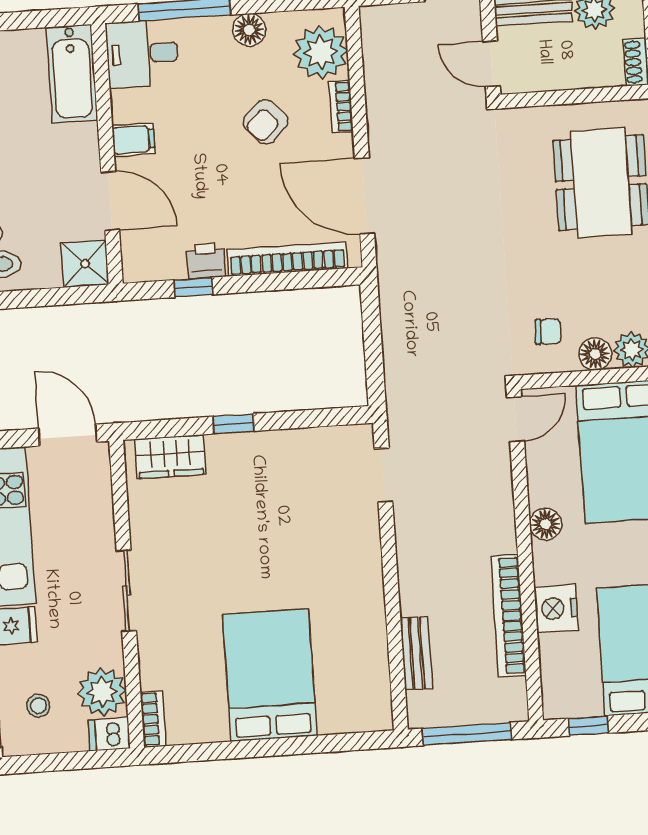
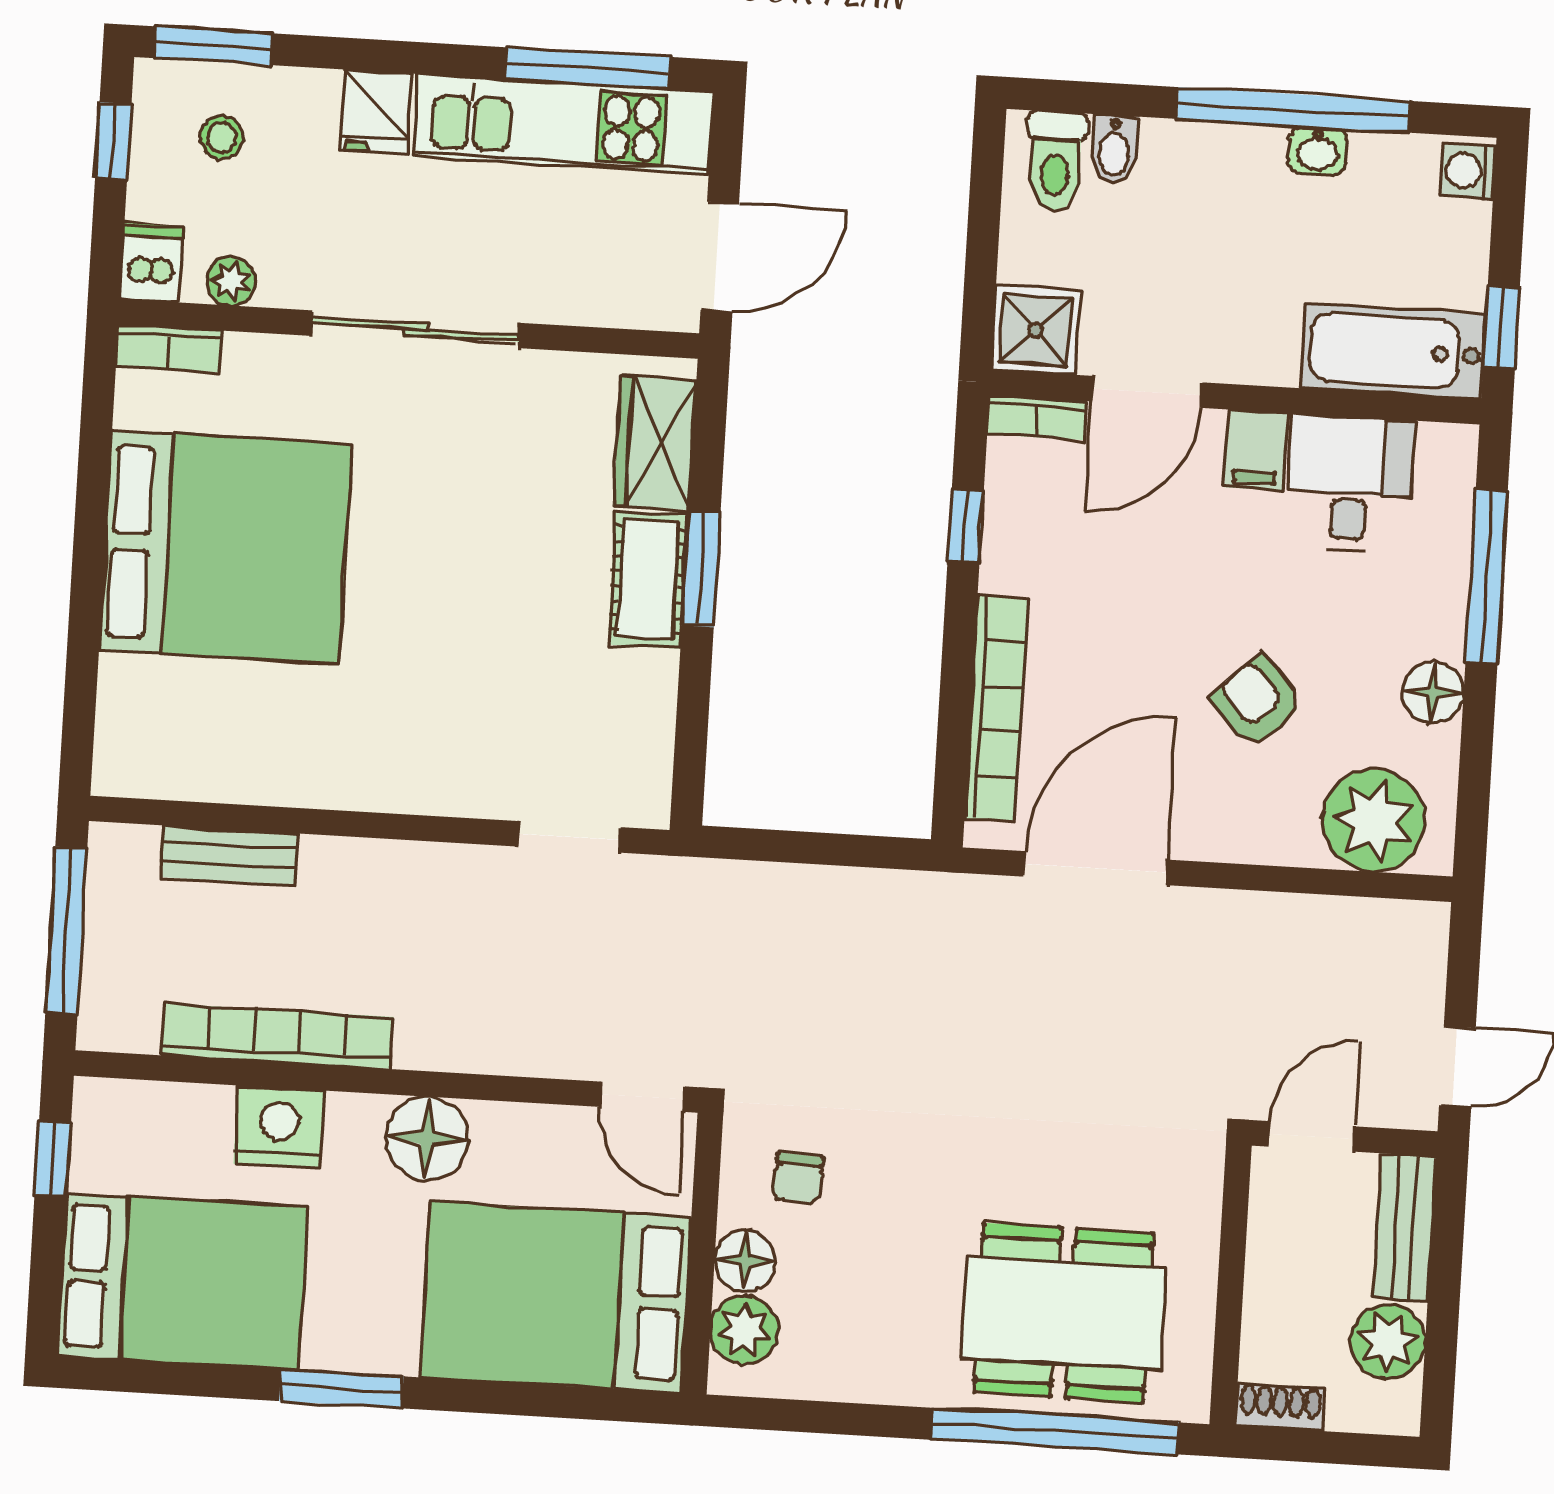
window: (52, 18) -> (1501, 327), added
desk: (142, 54) -> (1350, 483), moved
bookcase: (341, 107) -> (1037, 418), moved, turned 180
printer: (206, 261) -> (1012, 557), removed
window: (234, 424) -> (701, 569), width x1.50
cot: (243, 451) -> (648, 580), added
floor lamp: (546, 524) -> (427, 1138), width x1.38, depth x1.38
sliding door: (126, 591) -> (415, 329), width x1.37
bed: (270, 675) -> (225, 547), width x1.36
plant: (102, 692) -> (231, 281), width x0.53, depth x0.53
window: (48, 763) -> (113, 141), added

